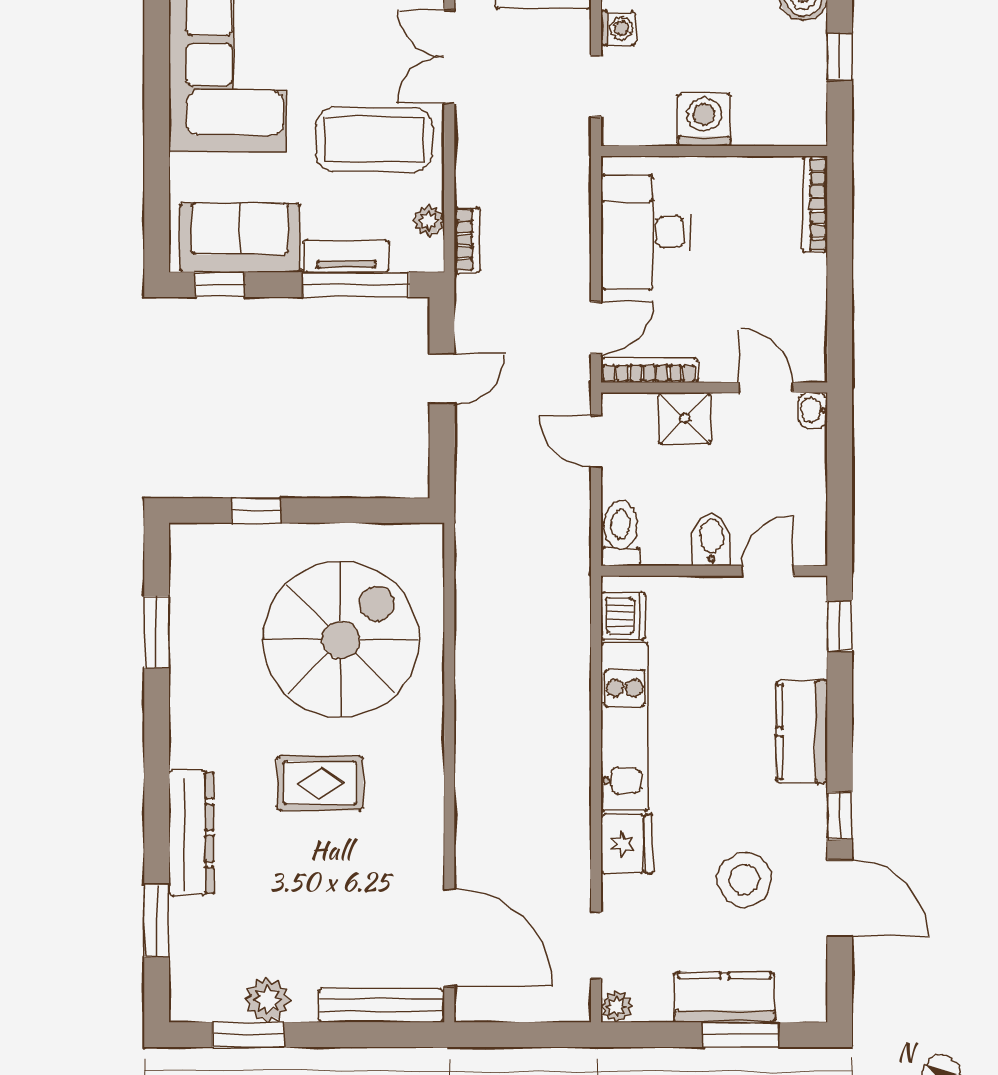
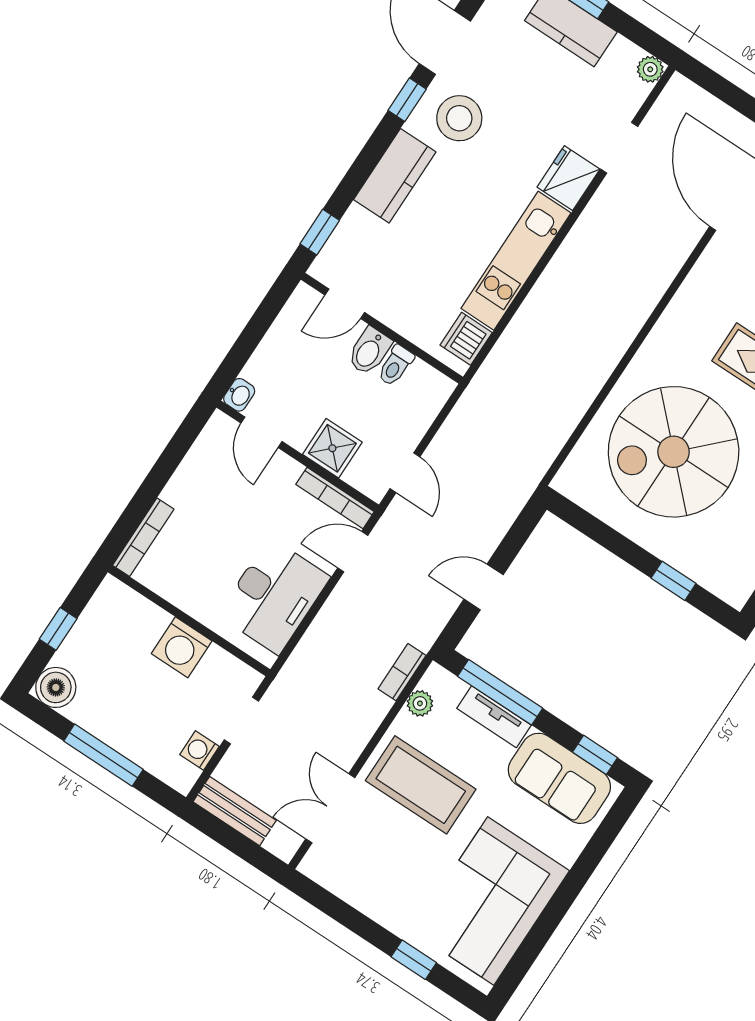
double door: (449, 57) -> (330, 808), swing flipped
toilet: (621, 533) -> (396, 366), moved, width x0.73, depth x0.72
stool: (744, 880) -> (459, 118), moved
doorway: (596, 945) -> (619, 148), moved

